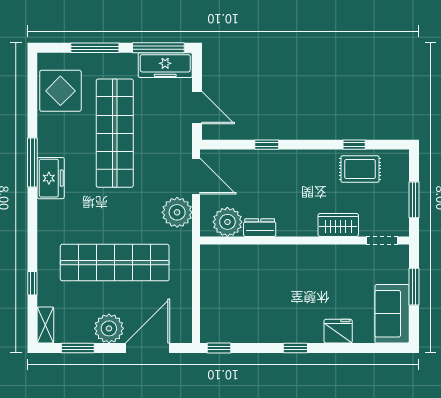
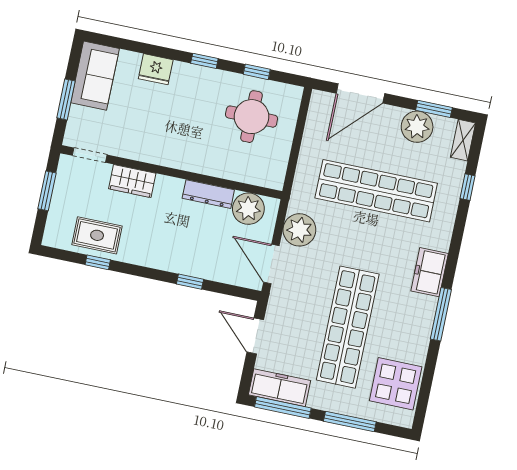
freezer: (51, 178) -> (430, 272), moved
dresser: (260, 228) -> (208, 194), width x1.44
round table: (242, 306) -> (252, 117), added
plant: (109, 328) -> (417, 127), moved
window: (219, 348) -> (257, 72), moved

